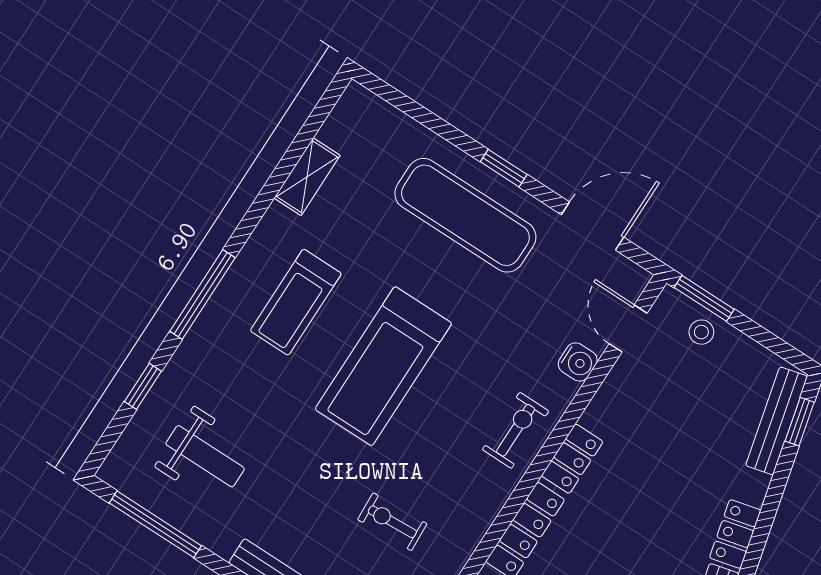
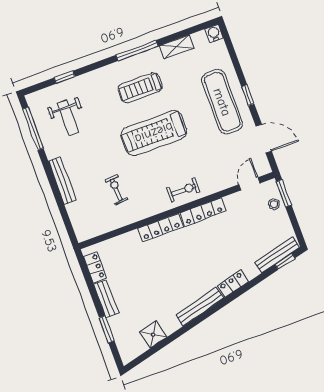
window: (203, 295) -> (137, 51), moved
water cooler: (578, 362) -> (214, 33), moved, turned 180
locker: (572, 459) -> (203, 212), width x1.53

